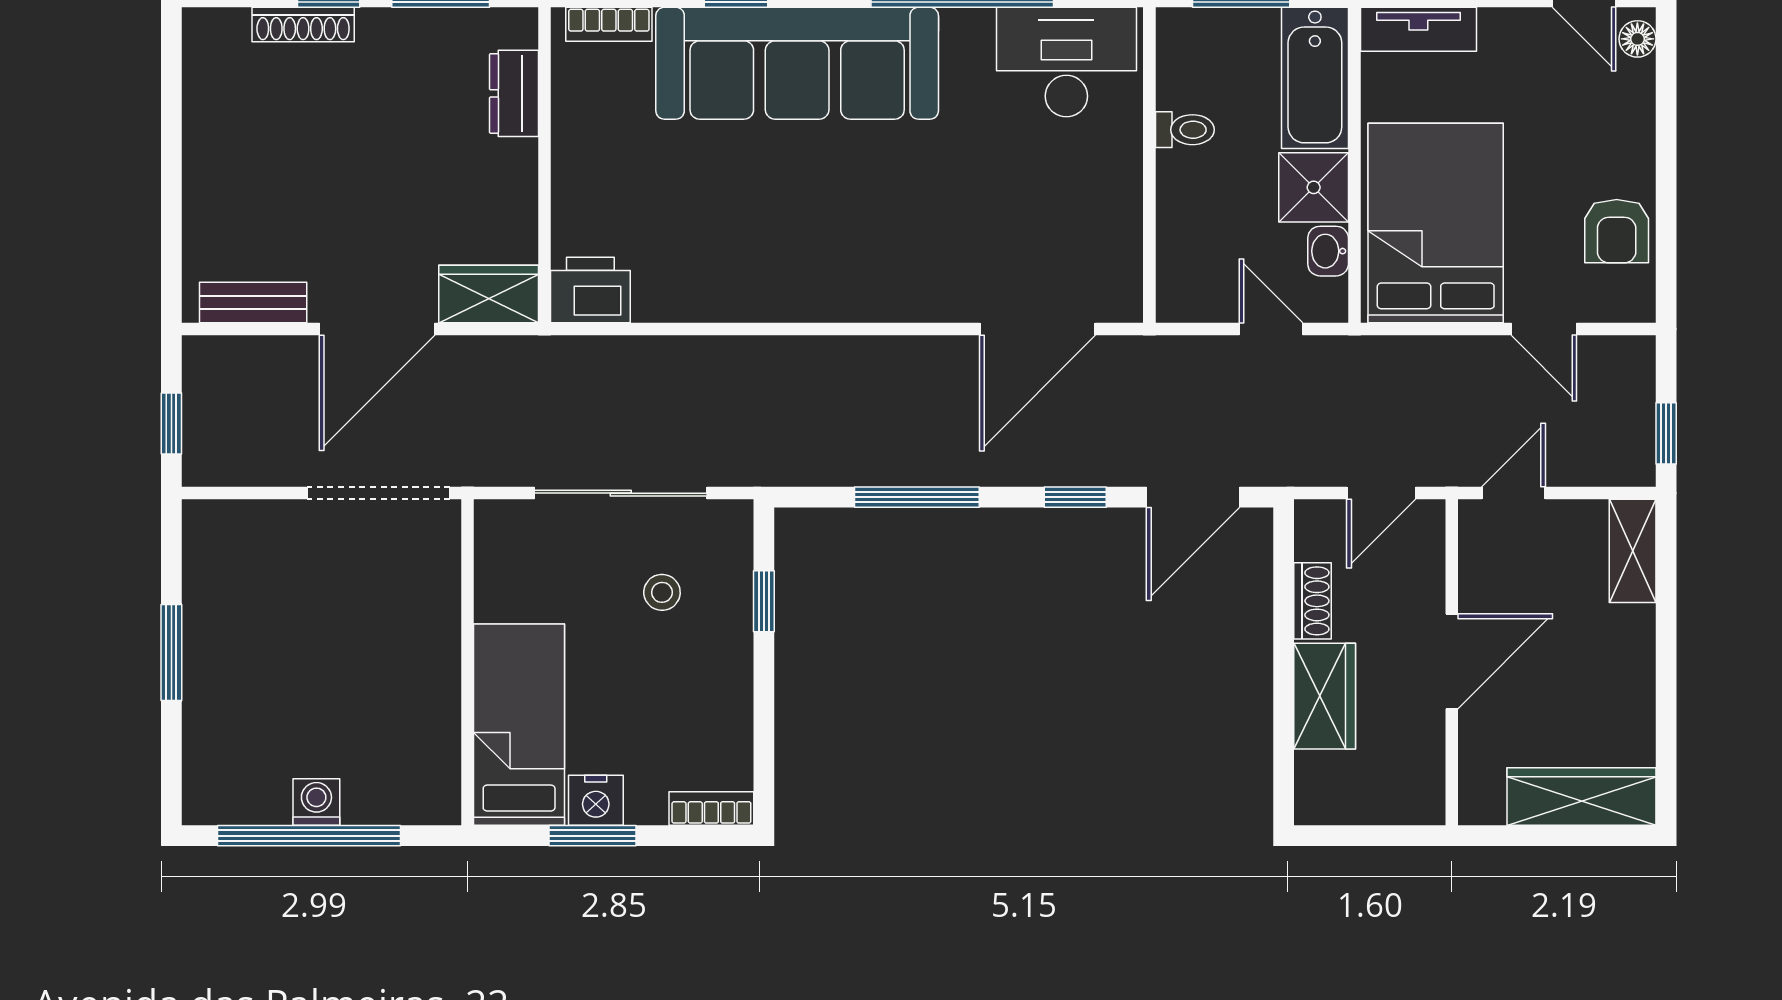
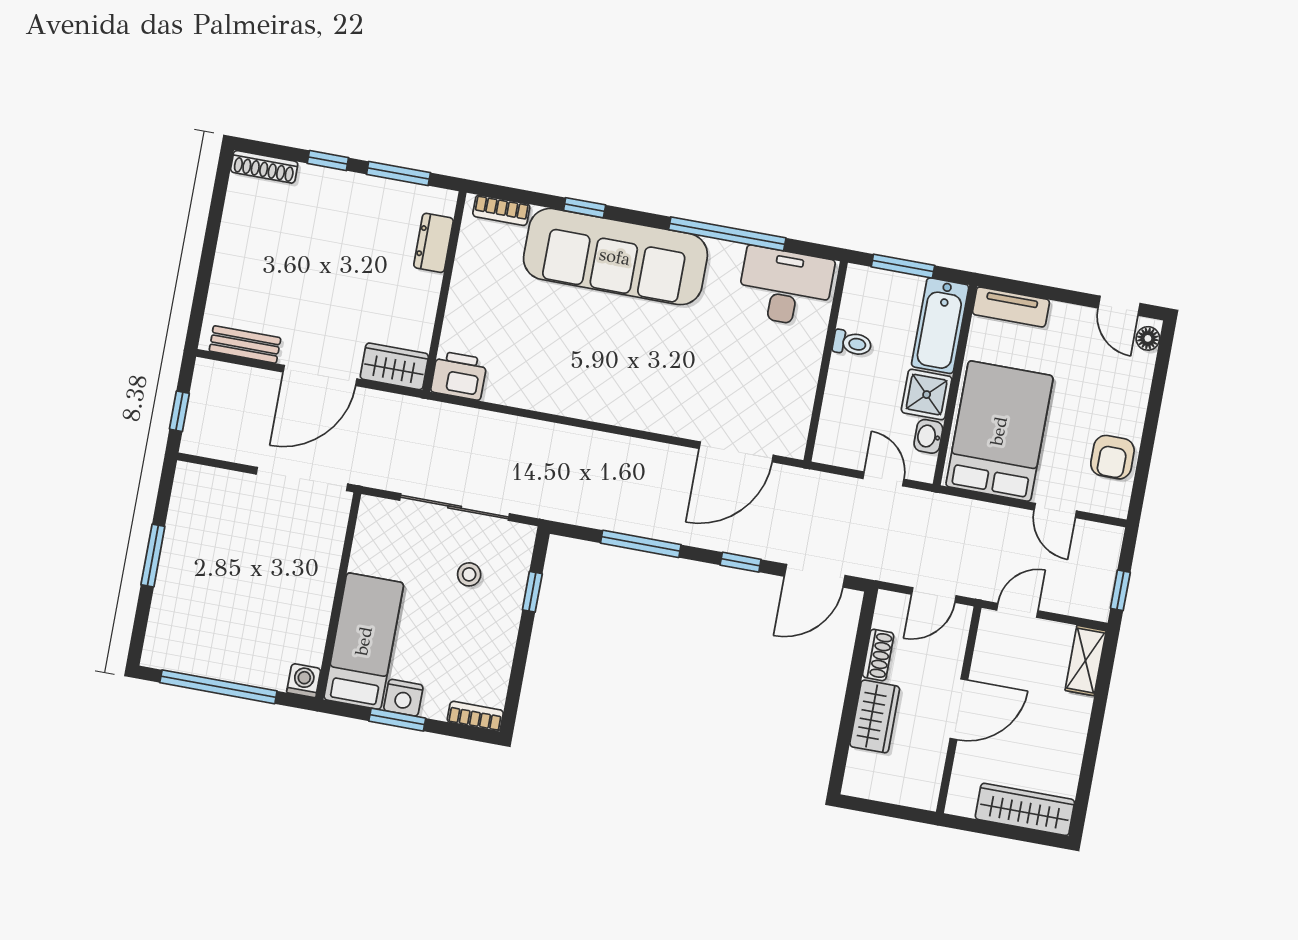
shoe rack: (303, 24) -> (264, 167), moved
washing machine: (316, 802) -> (304, 681), moved

